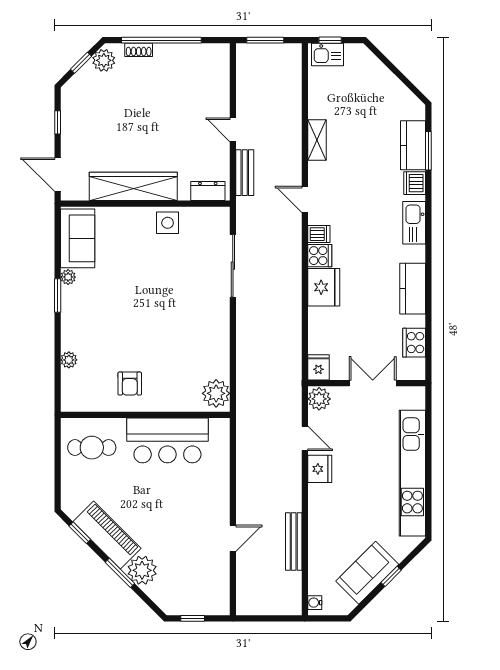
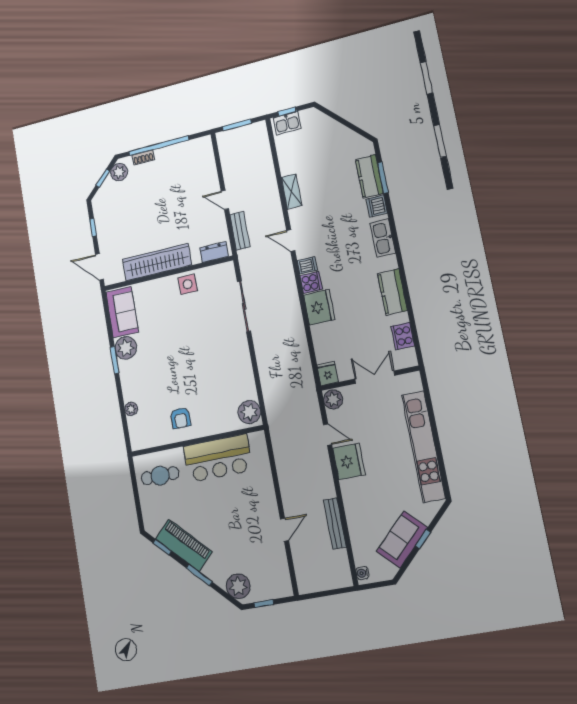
plant: (68, 277) -> (126, 348), width x1.87, depth x1.87
fridge: (320, 469) -> (349, 461), width x1.36, depth x1.34
plant: (142, 570) -> (238, 586), moved

